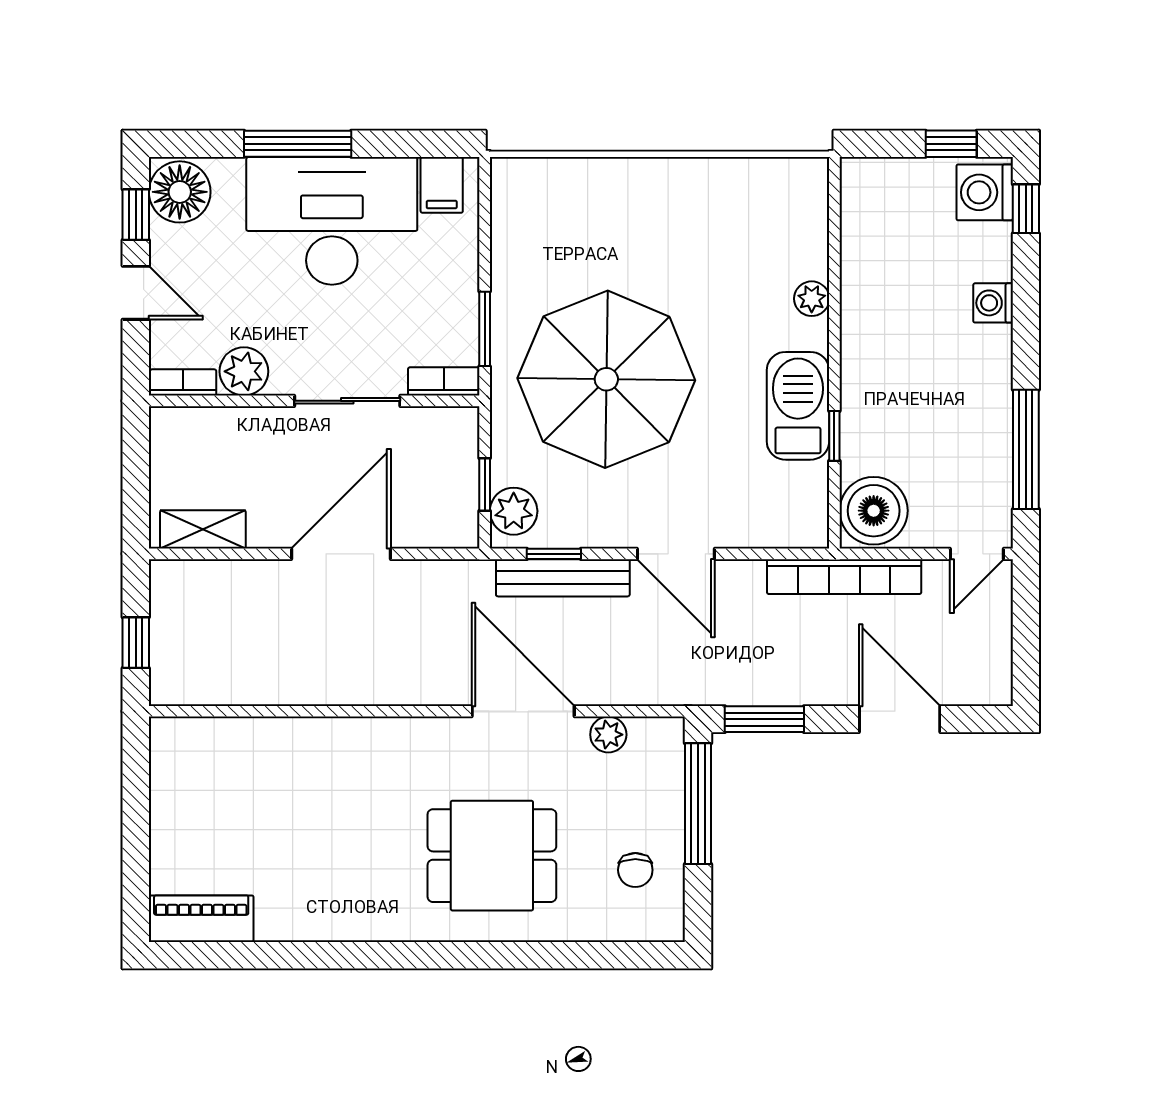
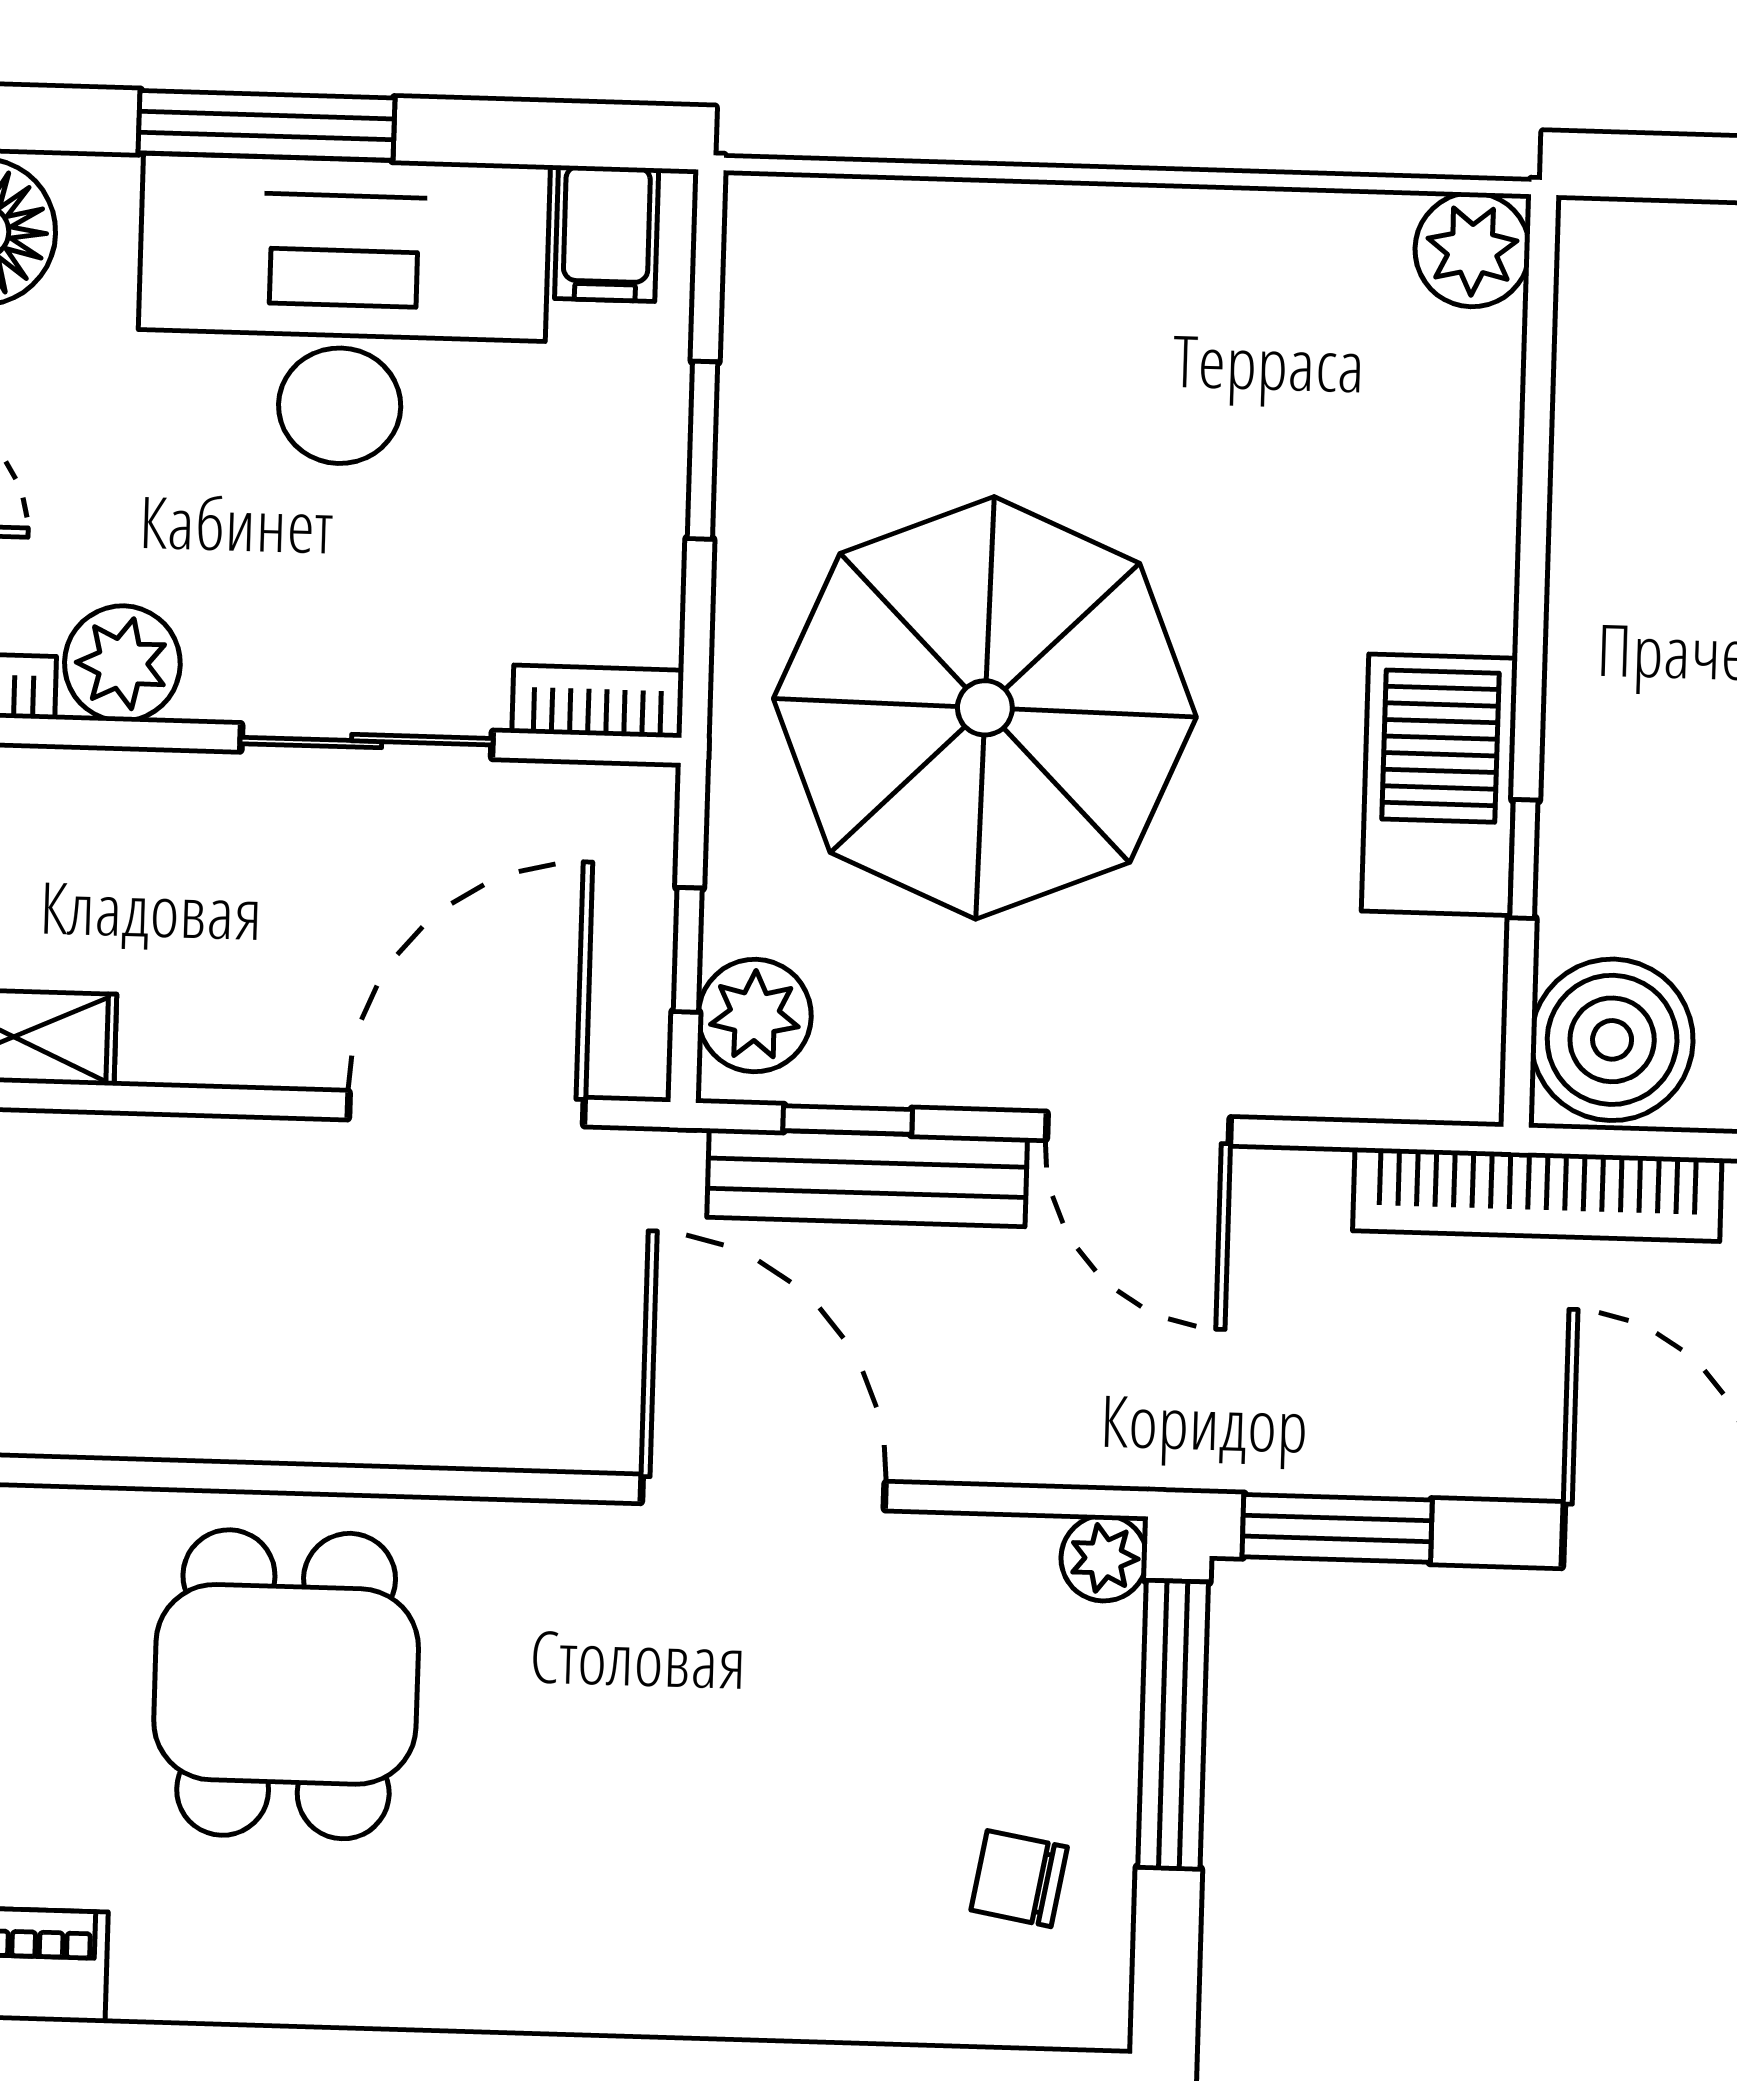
plant: (812, 299) -> (1472, 250), moved, width x1.38, depth x1.38
window: (485, 329) -> (703, 450), moved
door: (341, 554) -> (466, 1109), moved
plant: (608, 735) -> (1104, 1558), moved
dining table: (492, 856) -> (286, 1684), moved, turned 90
chair: (635, 870) -> (1019, 1879), turned 100

